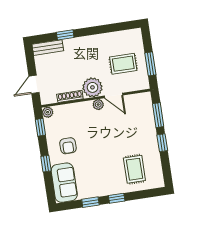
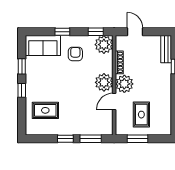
plant: (98, 105) -> (104, 82), width x1.87, depth x1.87
plant: (48, 112) -> (104, 45), width x1.87, depth x1.87
armchair: (68, 146) -> (75, 54), turned 90

